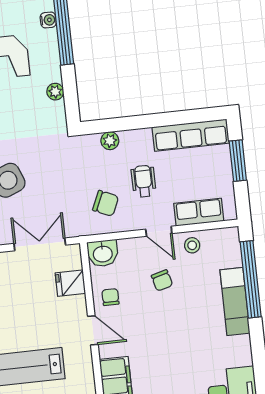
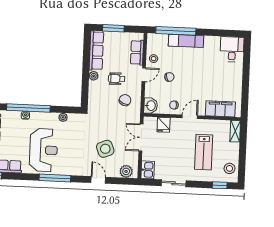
plant: (110, 141) -> (94, 76), moved

